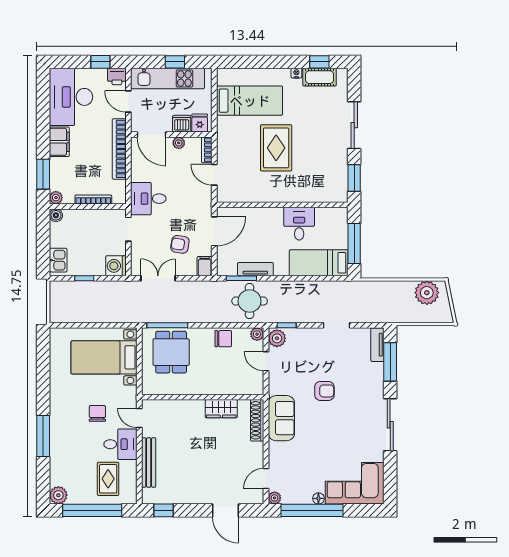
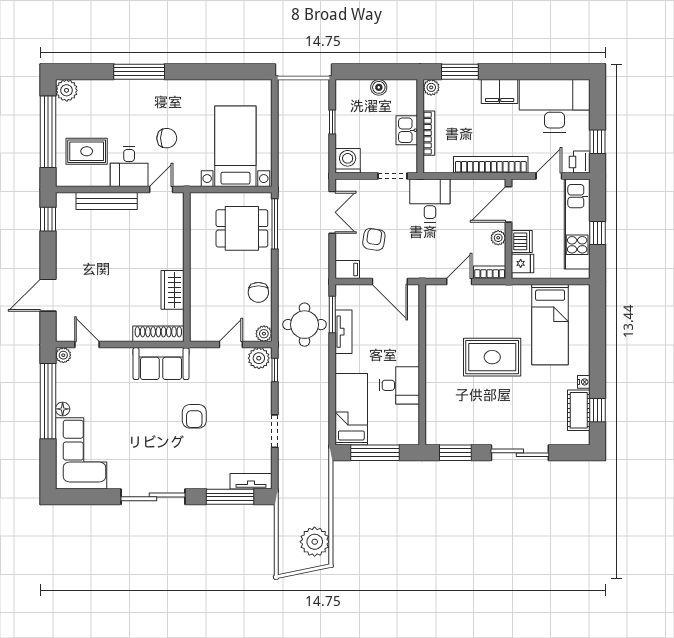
boiler: (56, 215) -> (379, 87), moved
kitchen sink: (58, 260) -> (407, 130), moved, turned 90

